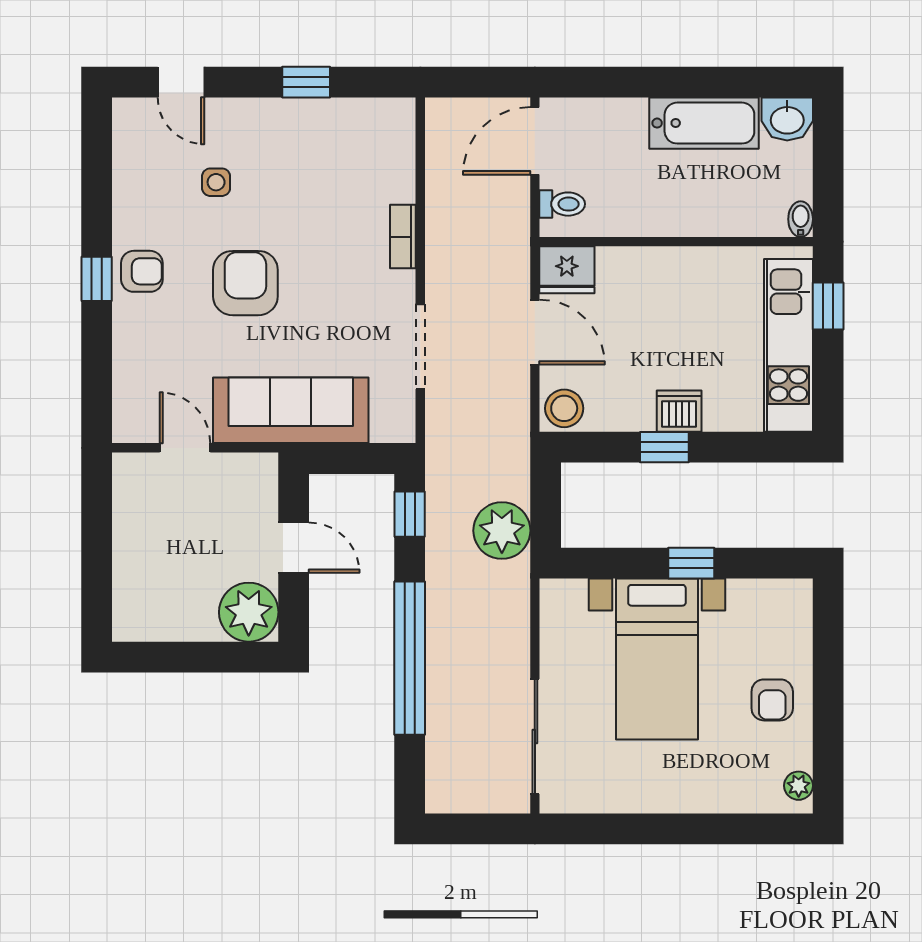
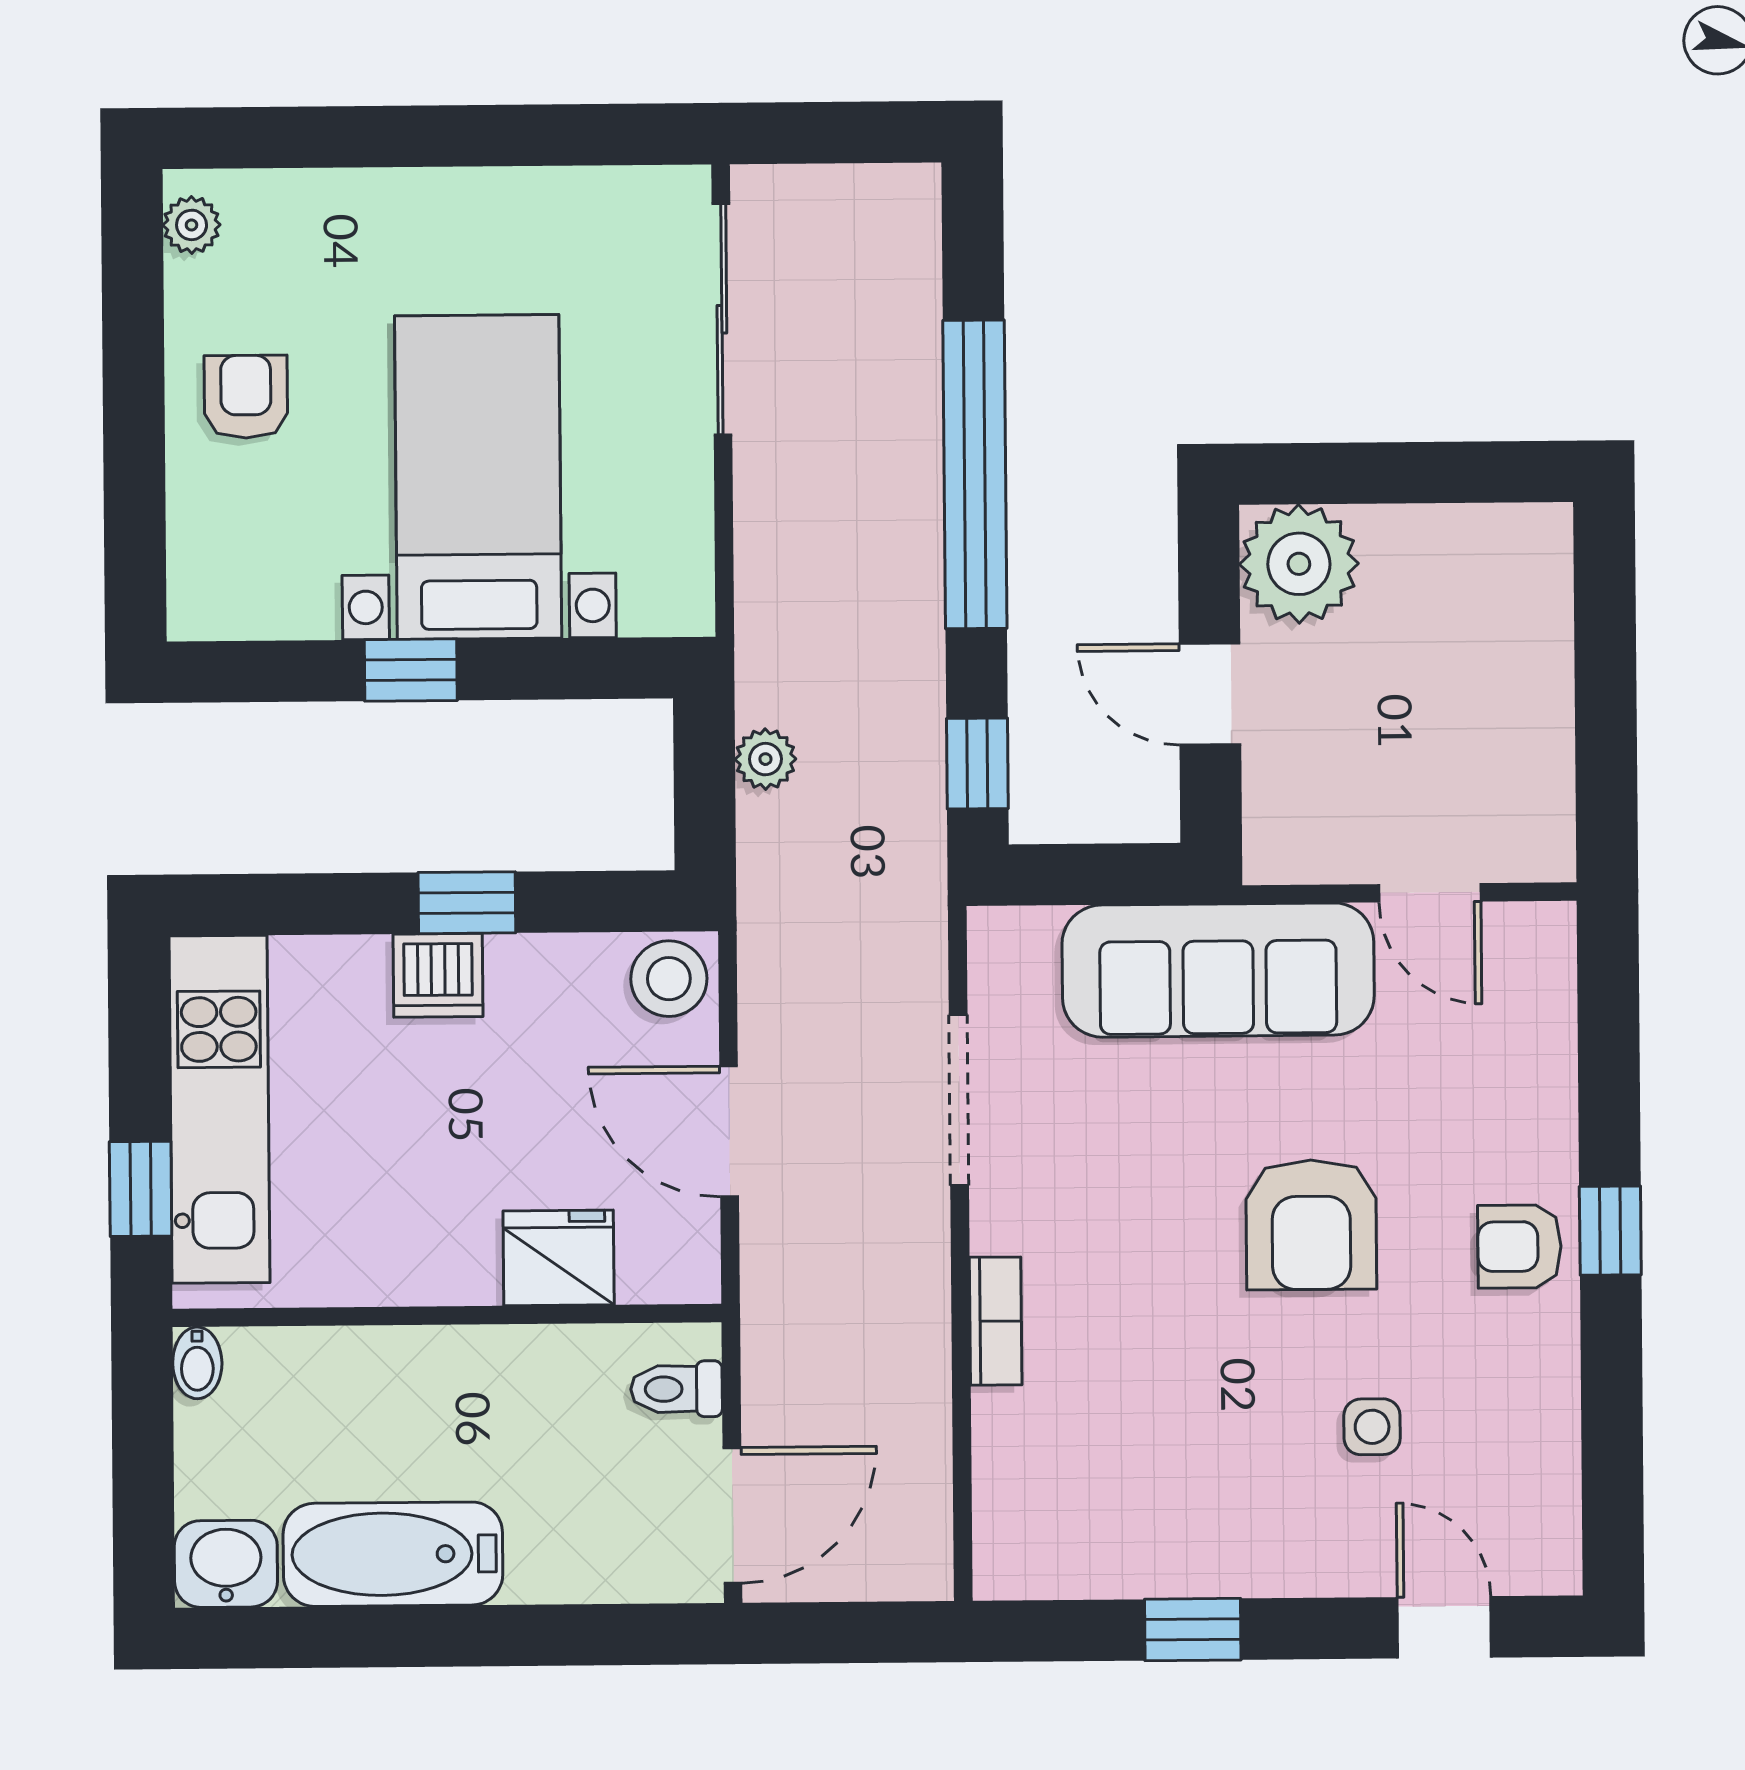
fridge: (567, 270) -> (559, 1258), moved
plant: (502, 531) -> (765, 759), width x0.53, depth x0.53

